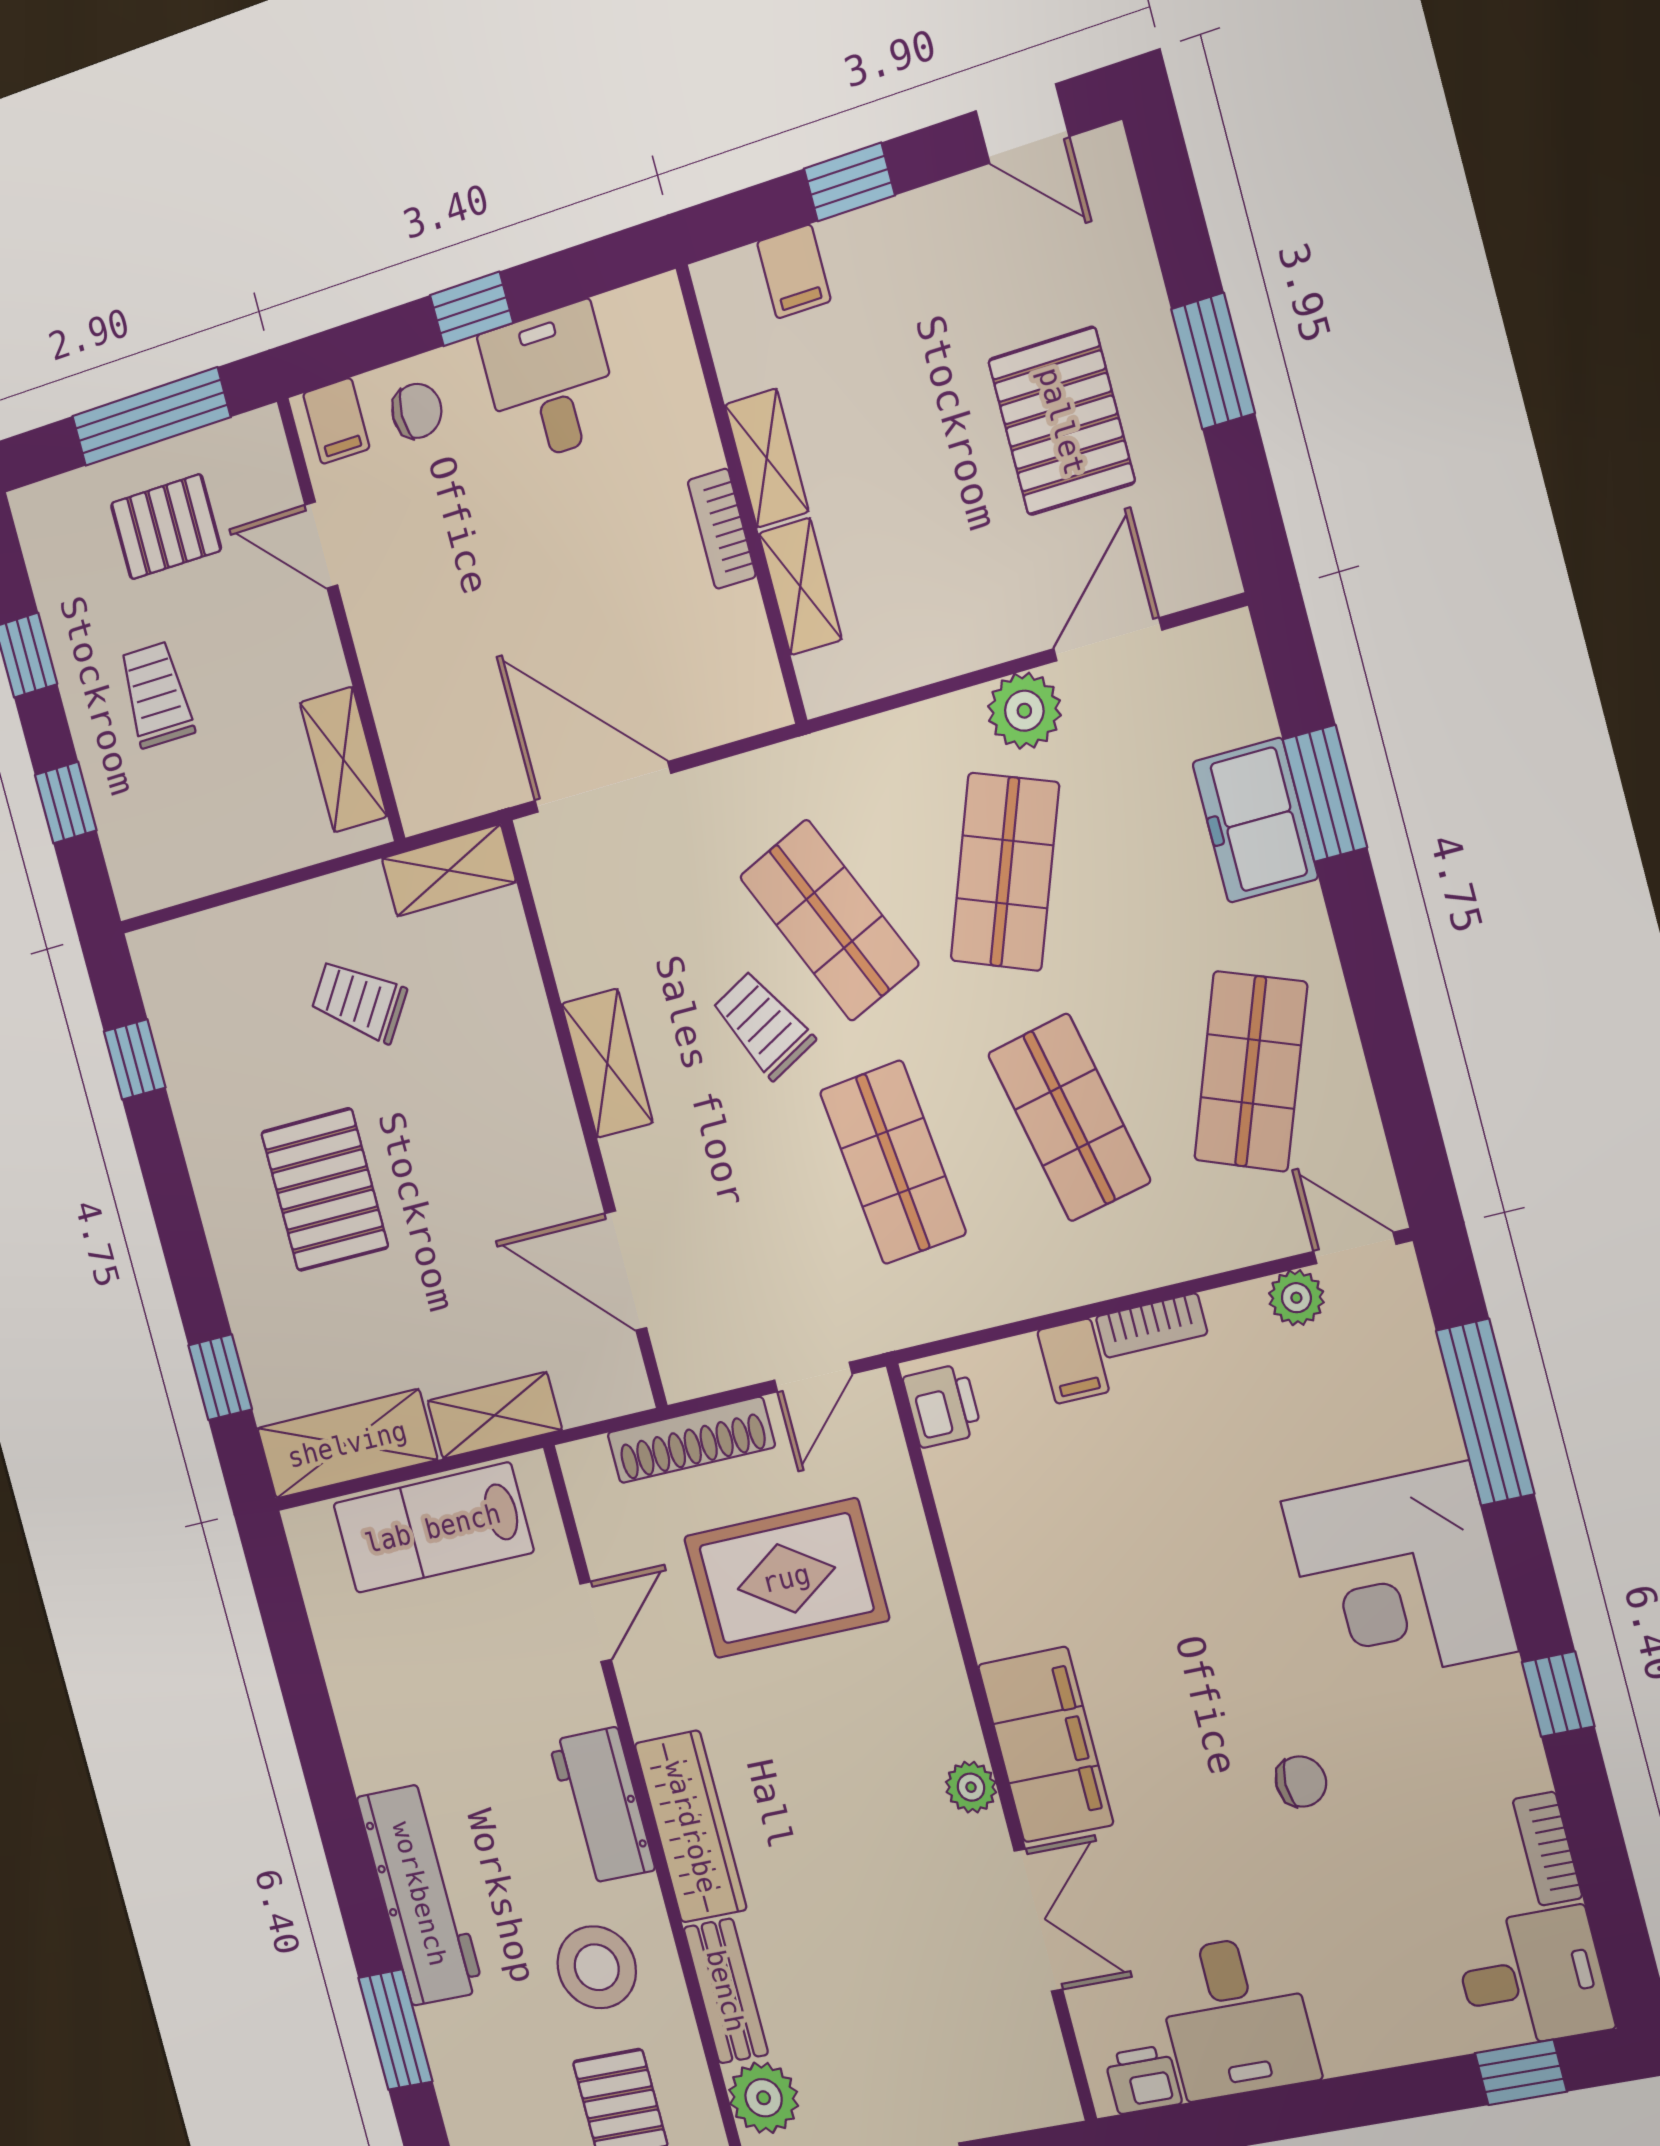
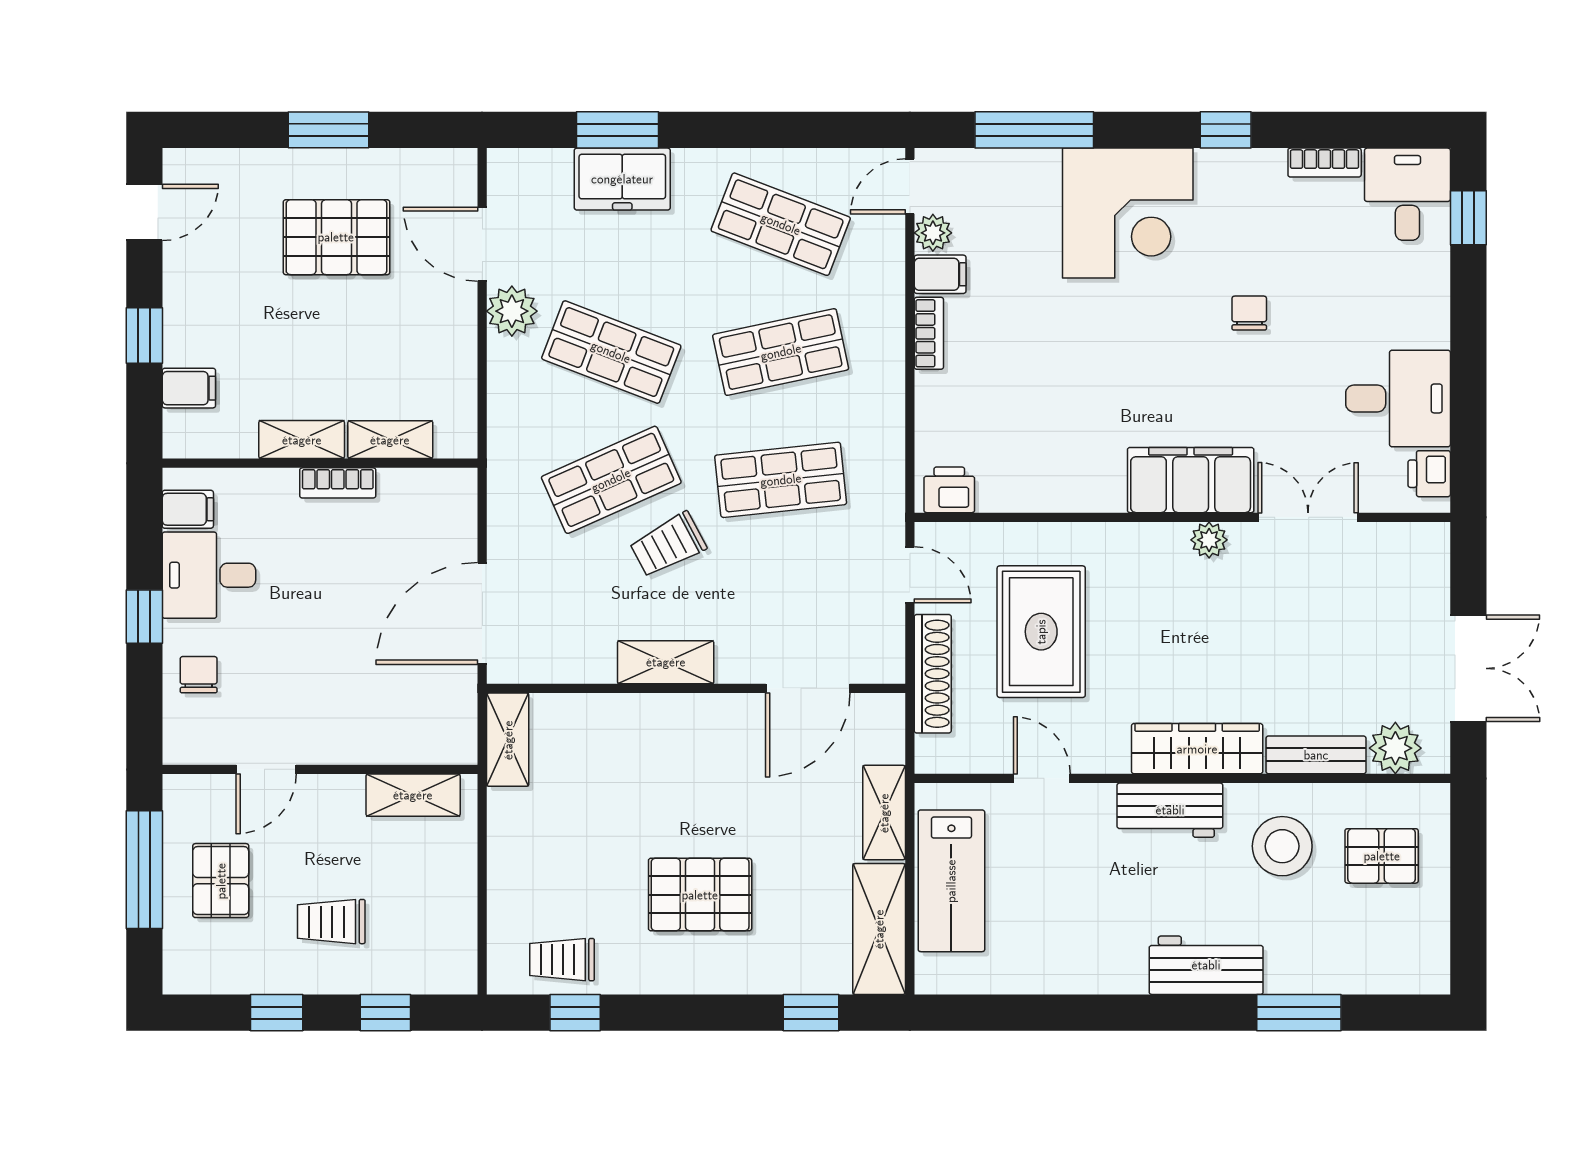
filing cabinet: (336, 421) -> (188, 509), moved
trolley: (359, 1001) -> (562, 960), moved, turned 55
filing cabinet: (1073, 1361) -> (940, 274), moved
workbench: (420, 1894) -> (1206, 965), width x0.73

